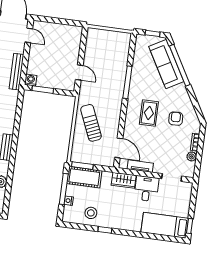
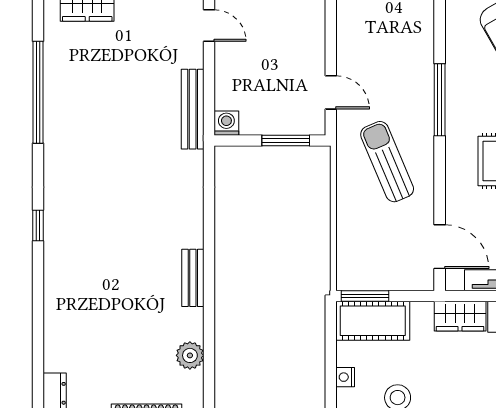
window: (43, 90) -> (286, 141), moved
sun lounger: (91, 123) -> (387, 162), moved
window: (64, 189) -> (331, 353), removed

